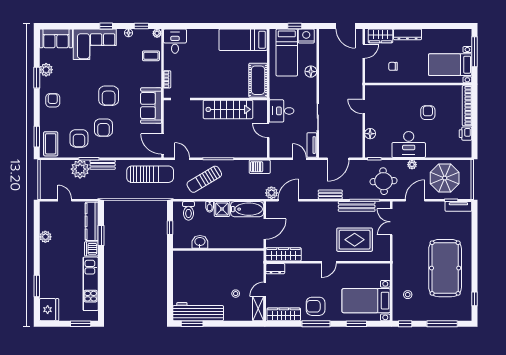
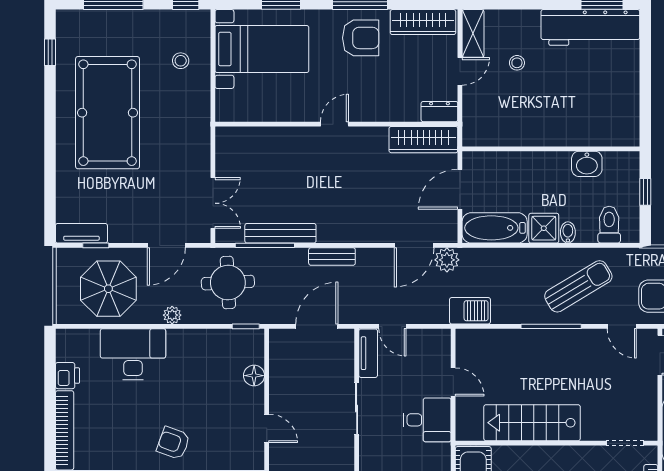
armchair: (428, 113) -> (173, 443), moved, turned 110
desk: (409, 145) -> (133, 354), moved
rug: (355, 240) -> (285, 168), removed

